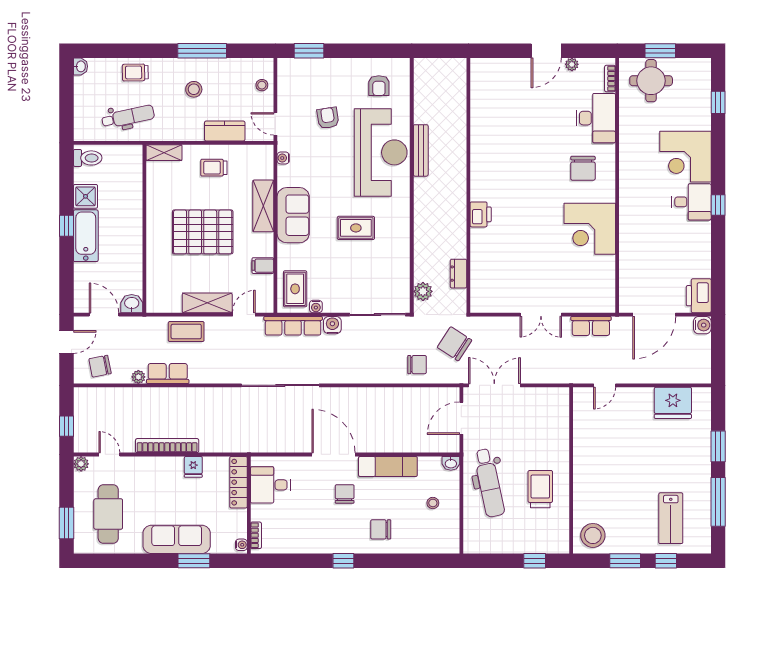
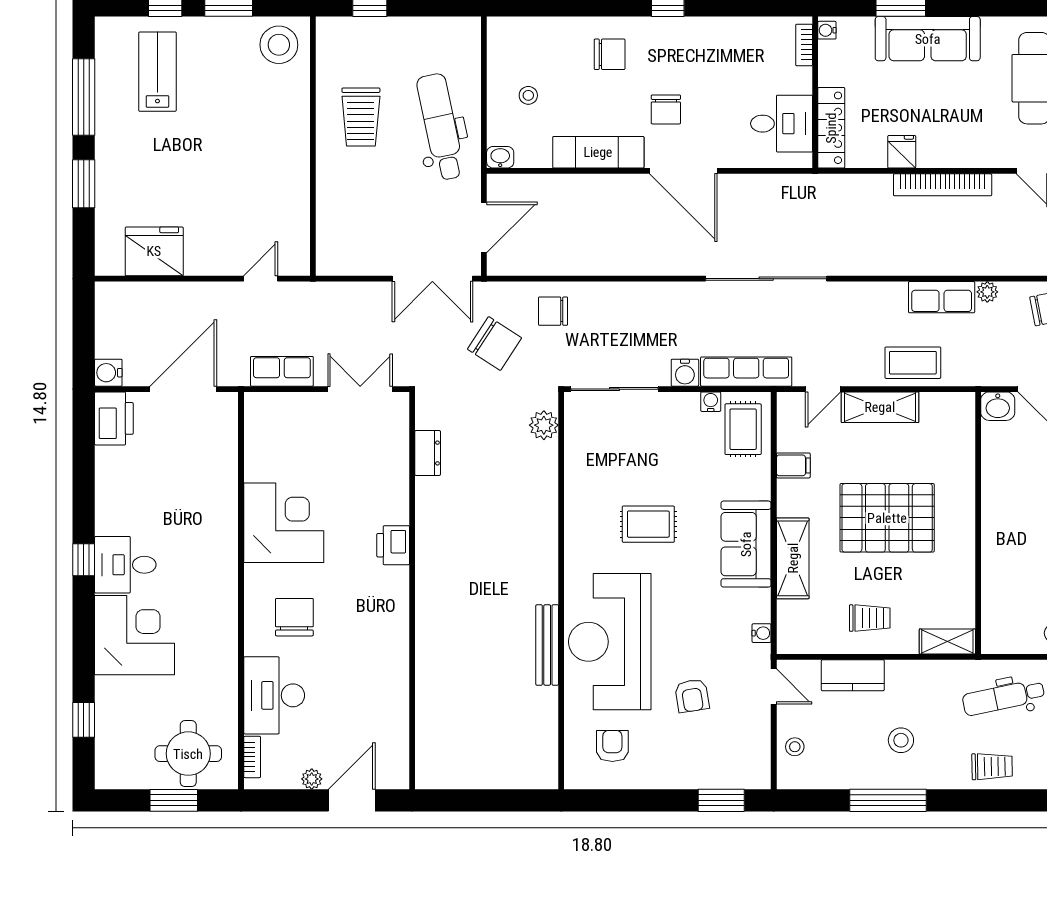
wall: (468, 185) -> (412, 591), moved
printer: (481, 214) -> (393, 545), moved
dresser: (459, 274) -> (428, 453), moved

